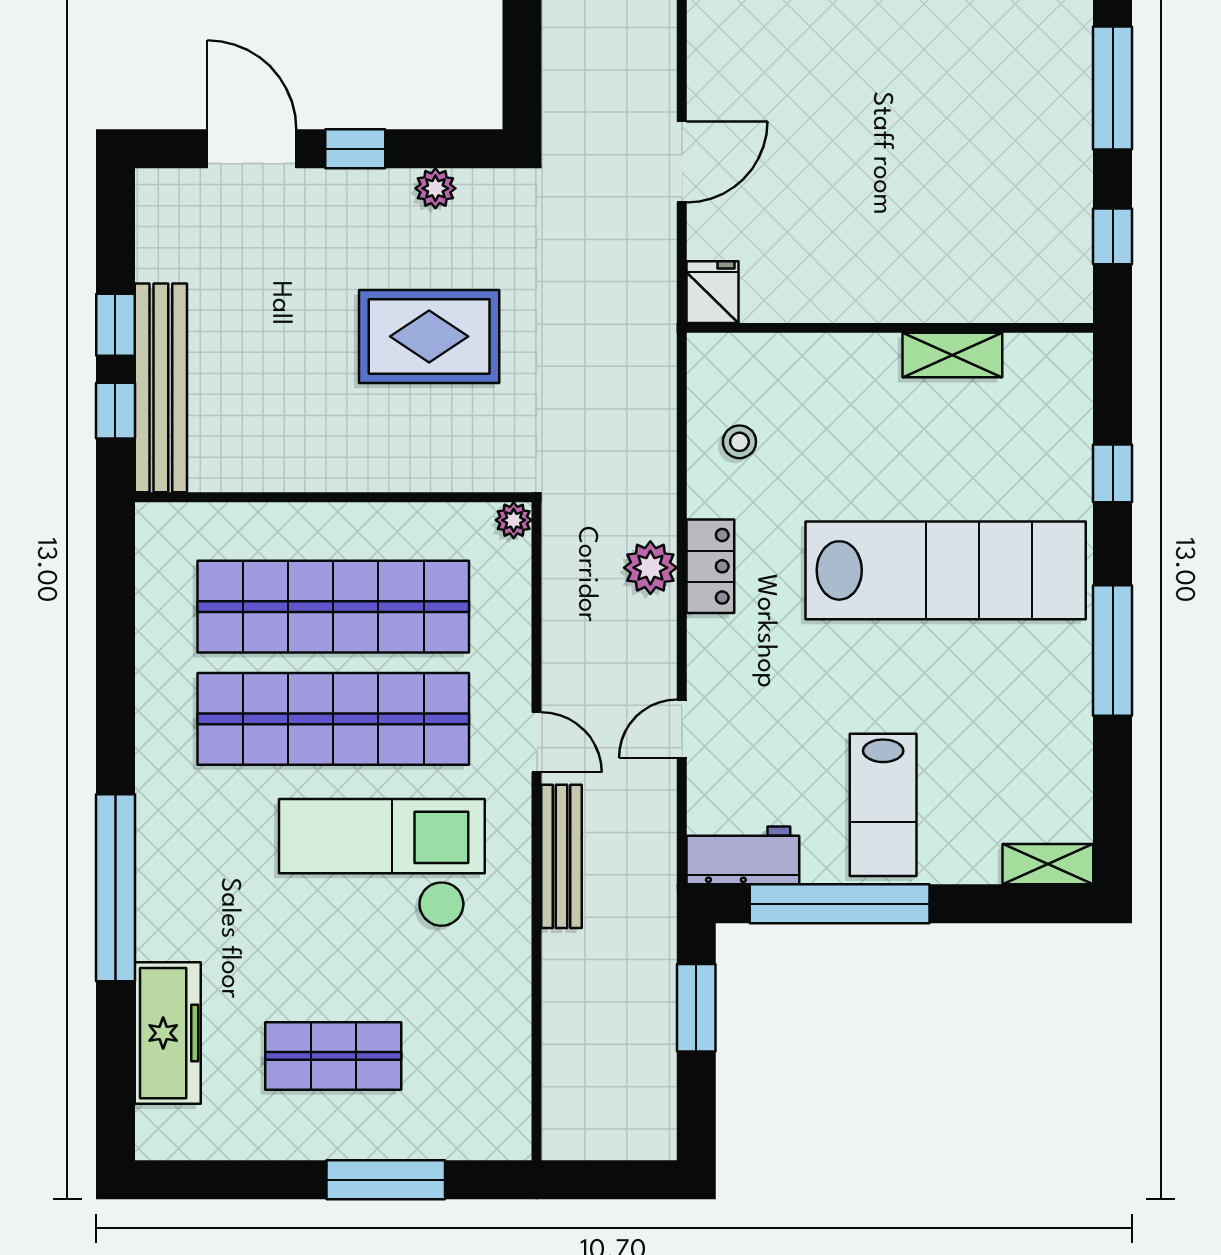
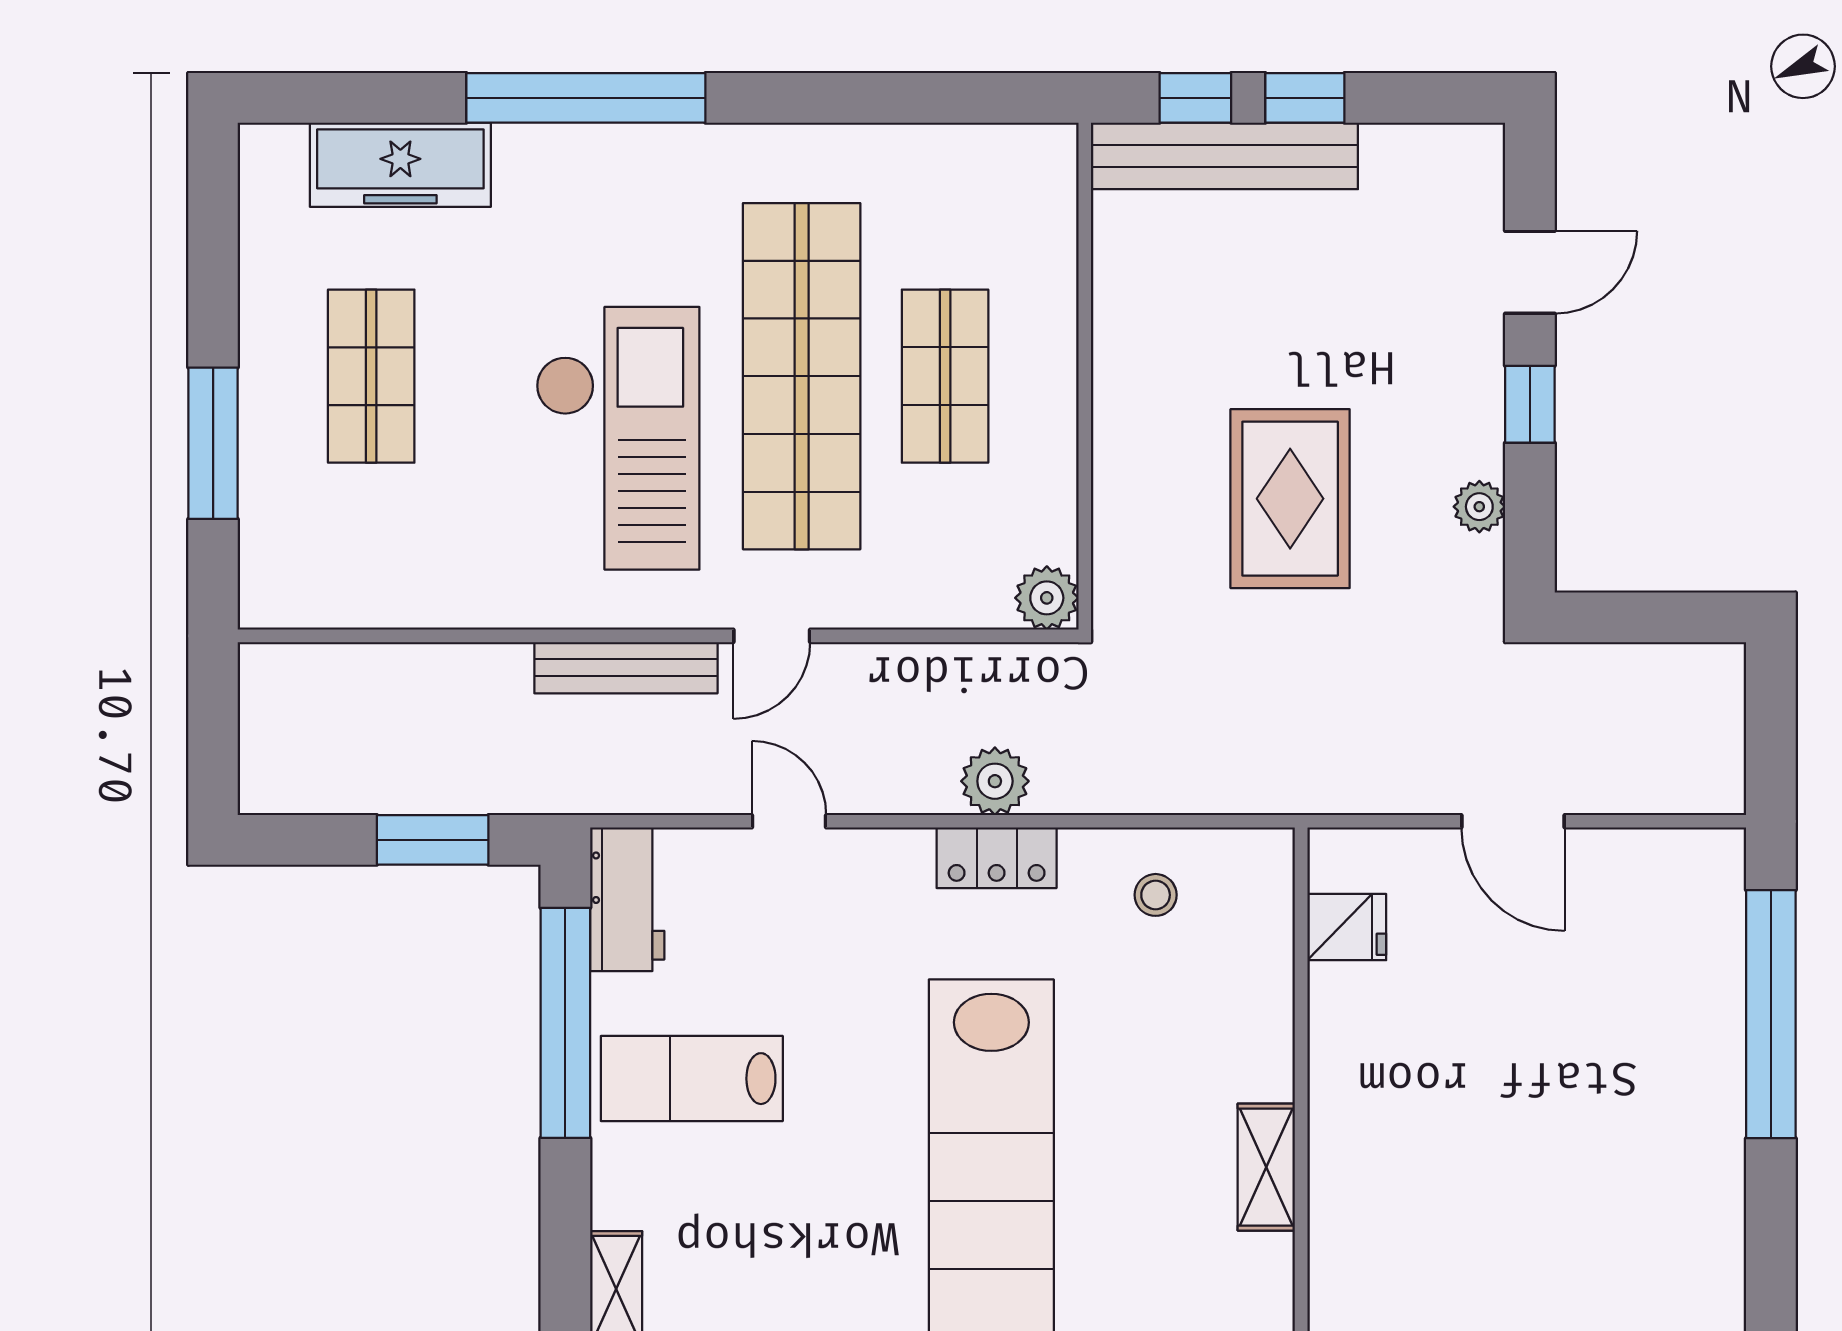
door: (252, 149) -> (1530, 272), width x0.73
fridge: (713, 292) -> (1347, 927), moved
plant: (514, 520) -> (1047, 598), width x1.38, depth x1.38
shop shelf: (333, 607) -> (945, 376), width x0.50, depth x0.74

